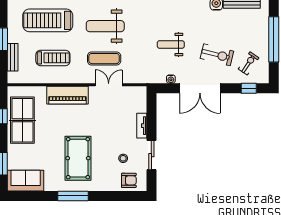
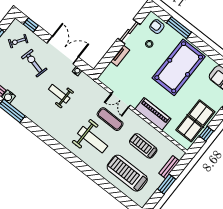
treadmill: (48, 20) -> (127, 173), turned 180
weight bench: (171, 45) -> (59, 94), turned 180
pool table: (78, 158) -> (179, 67), width x1.36, depth x1.32
window: (73, 196) -> (179, 28), moved

